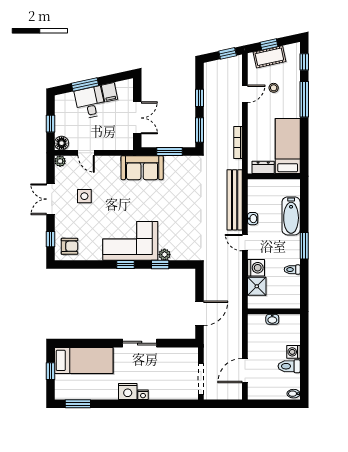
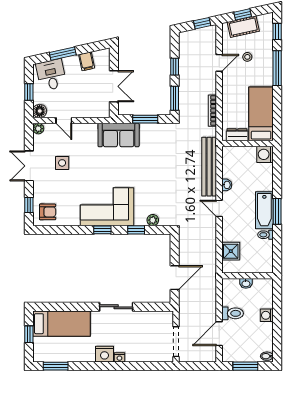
desk: (90, 102) -> (51, 75), moved
bathtub: (291, 216) -> (264, 210), moved
plant: (165, 255) -> (153, 220), moved
washing machine: (256, 268) -> (265, 154), moved, turned 180
toilet: (289, 366) -> (233, 313), moved, turned 180
window: (272, 404) -> (245, 366), added

